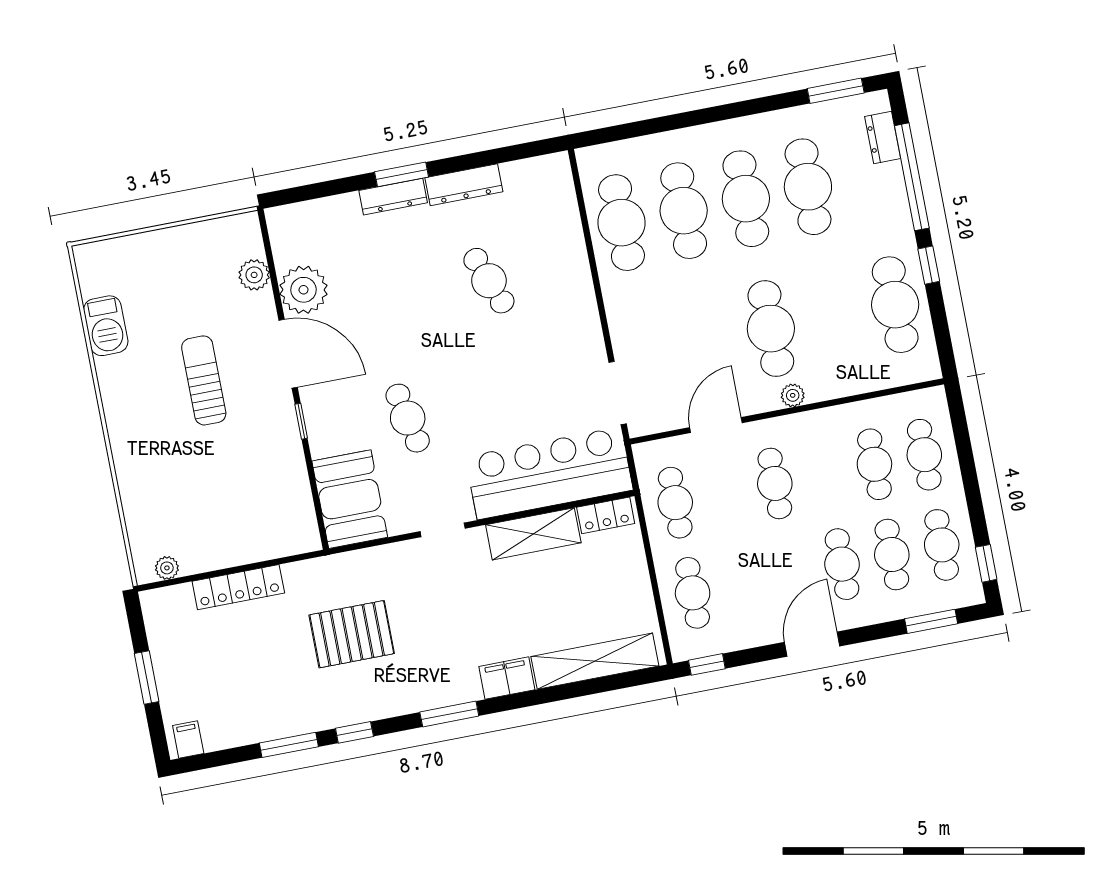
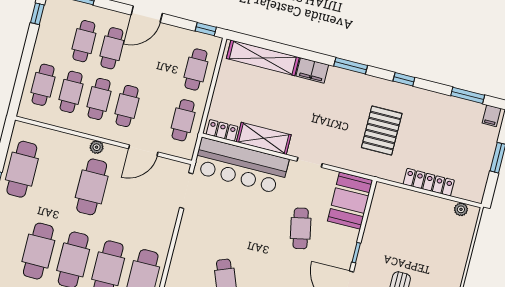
cafe table: (942, 545) -> (99, 99), moved
pallet: (352, 634) -> (382, 131), turned 90
window: (289, 745) -> (468, 95), moved

